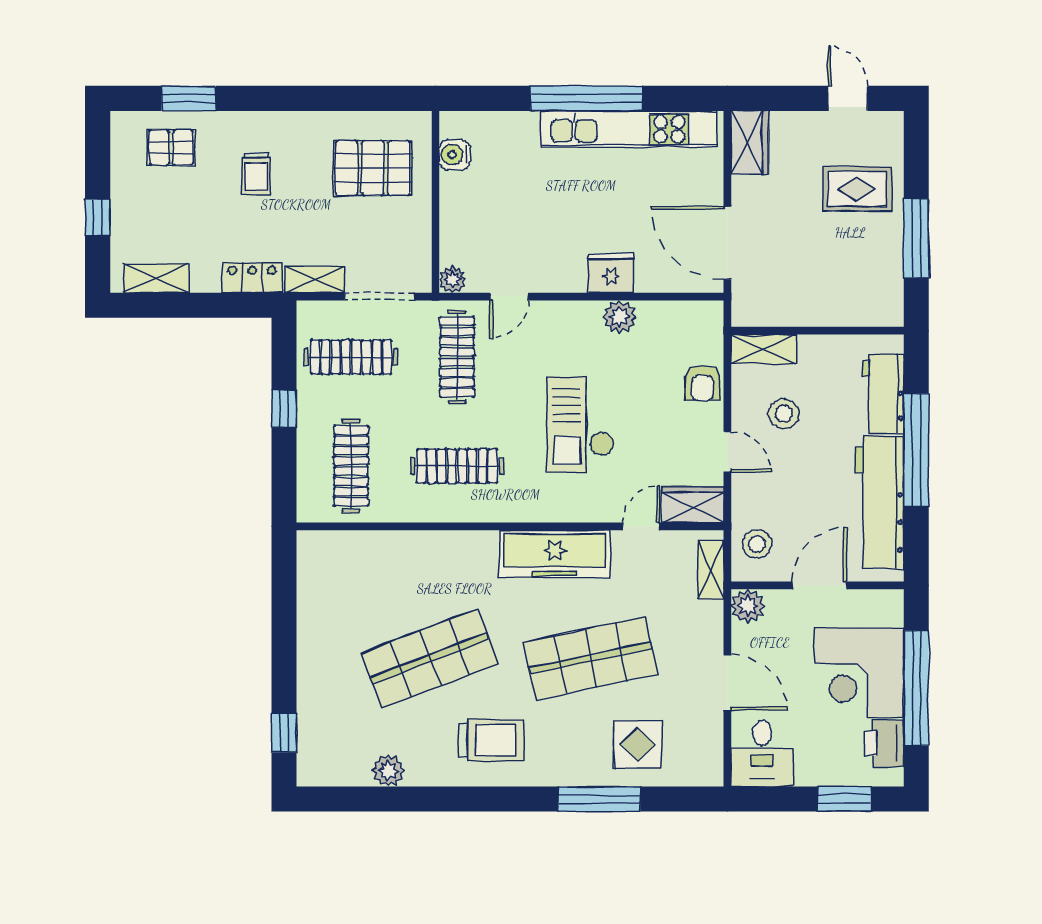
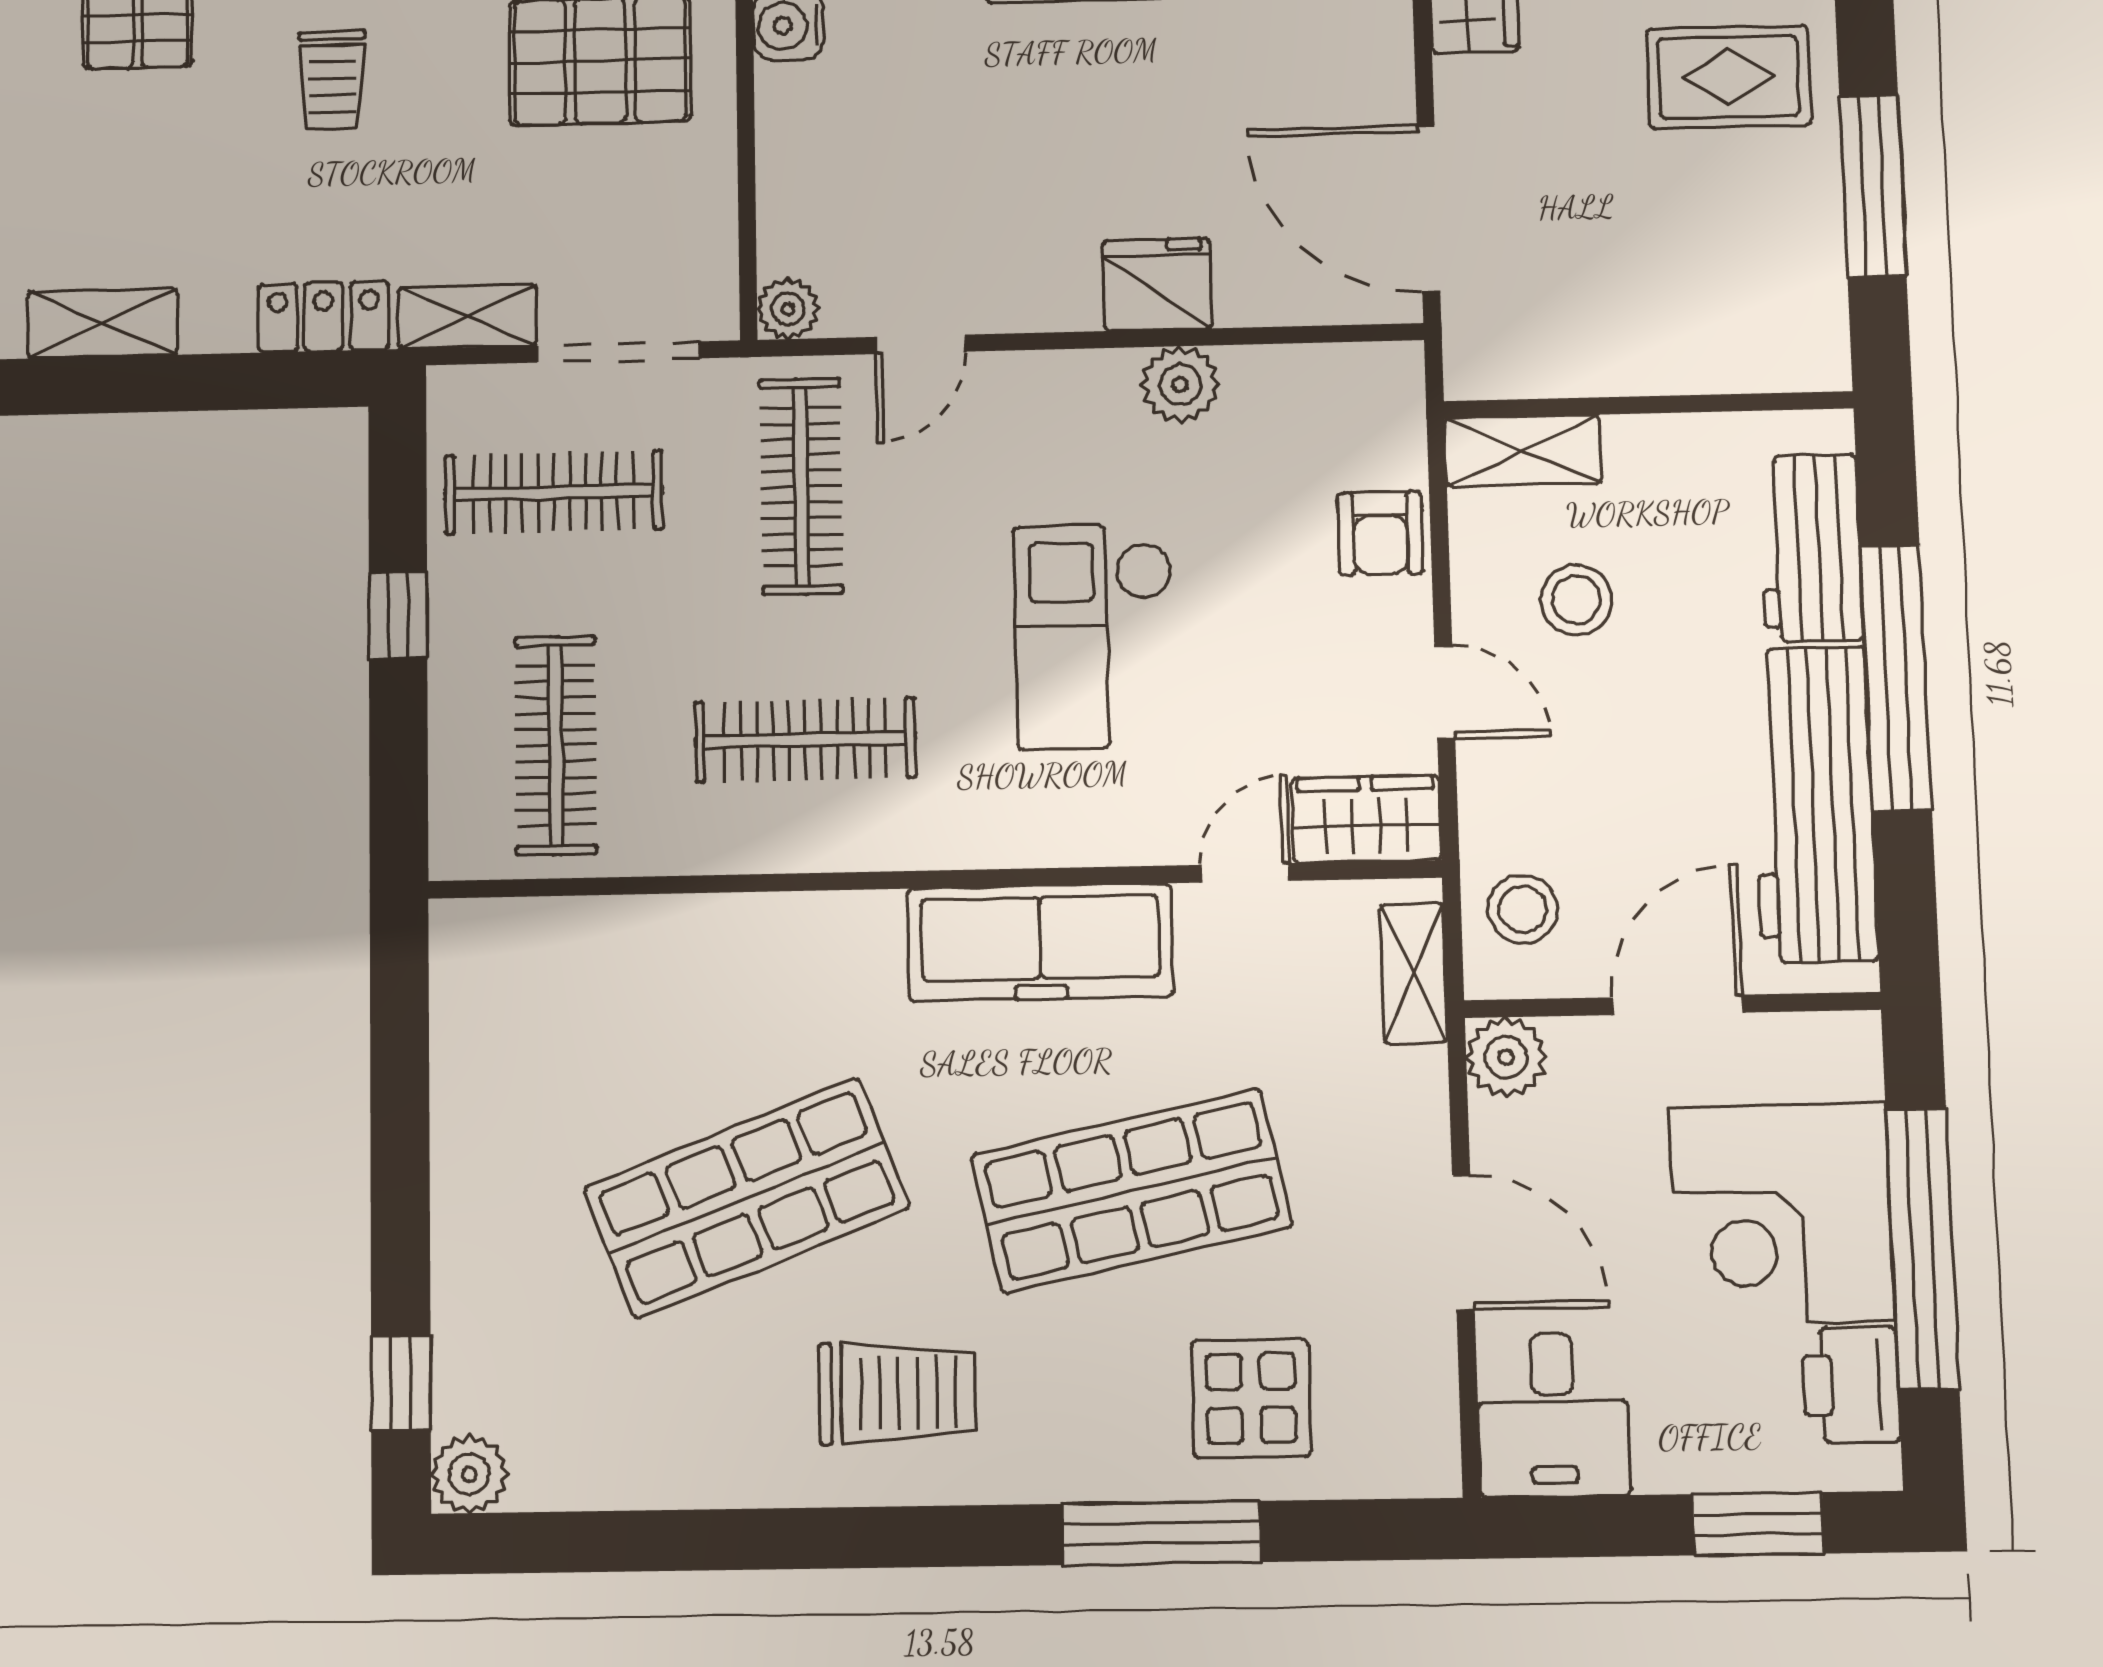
plant: (388, 771) -> (469, 1474), moved

